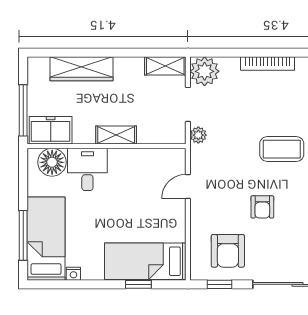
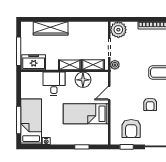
shelving: (165, 66) -> (93, 65), moved
floor lamp: (52, 162) -> (83, 80), moved
bed: (145, 261) -> (86, 114), moved

